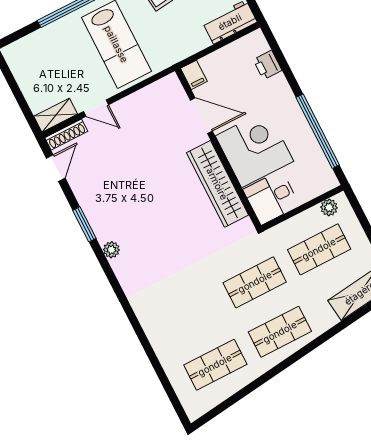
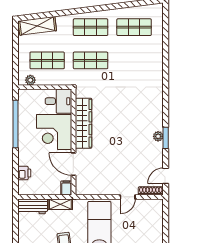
door: (96, 108) -> (128, 197), swing flipped
shelving: (56, 115) -> (60, 204), moved
plant: (111, 250) -> (158, 136), moved

